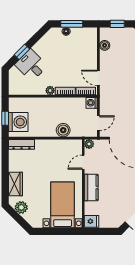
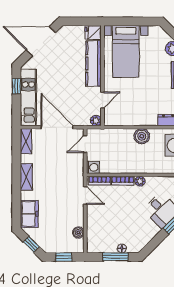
boiler: (63, 130) -> (142, 136), moved
kitchen counter: (91, 188) -> (94, 63), width x1.50

